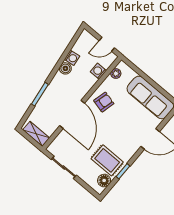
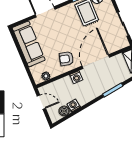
boiler: (65, 68) -> (64, 111), moved
washing machine: (98, 71) -> (76, 77), moved

